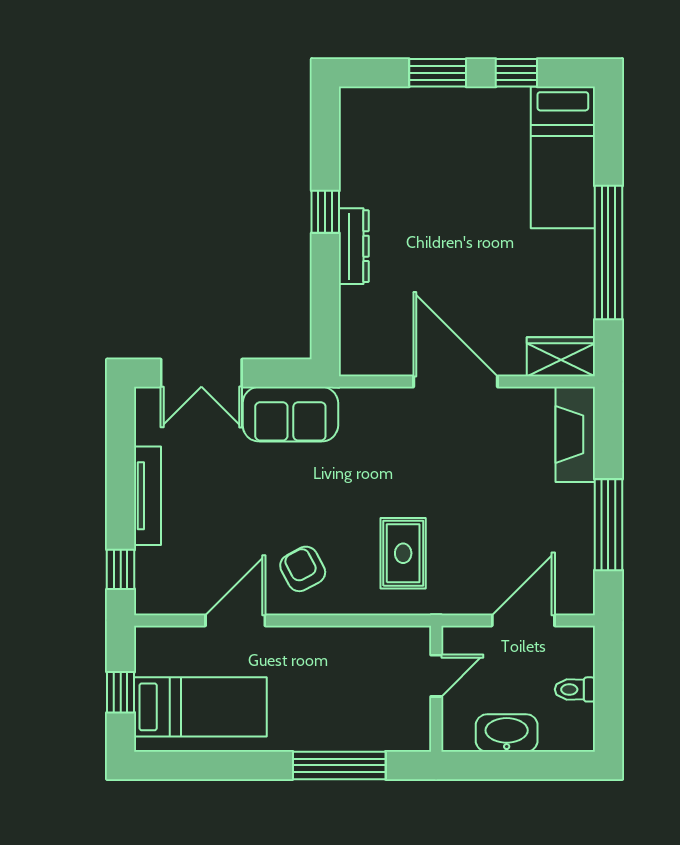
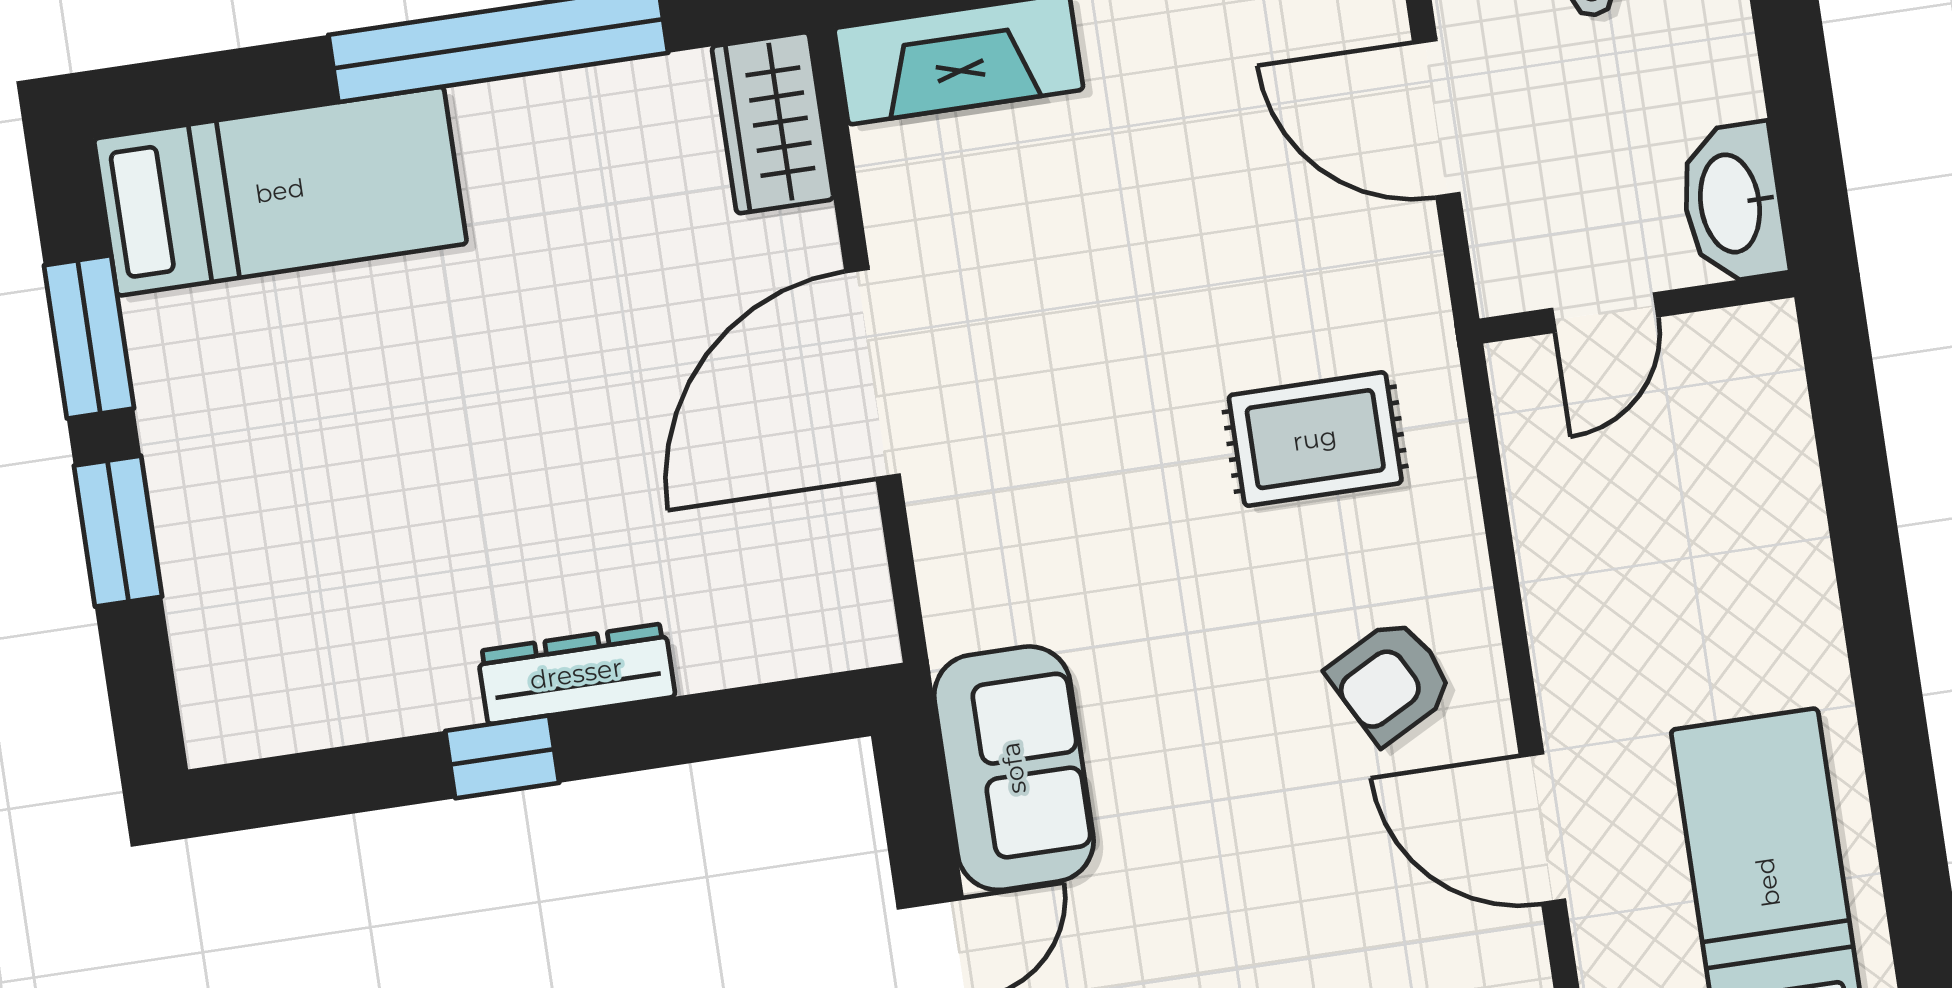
window: (516, 73) -> (89, 337), width x1.50
door: (436, 676) -> (1605, 313), swing flipped
washbasin: (507, 733) -> (1733, 203), moved
window: (339, 765) -> (1862, 519), removed

